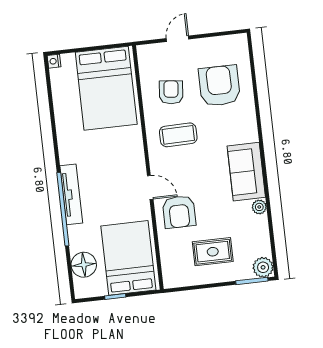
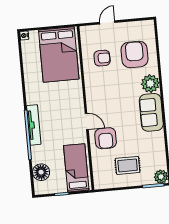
armchair: (171, 92) -> (102, 58), turned 84
coffee table: (178, 135) -> (106, 87), removed
plant: (259, 207) -> (150, 84), moved, width x1.87, depth x1.87
bed: (128, 258) -> (76, 168), width x0.67

